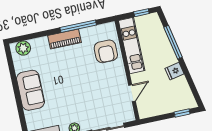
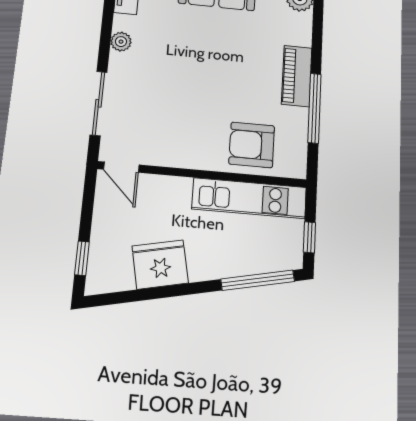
window: (173, 42) -> (258, 280), moved
fridge: (174, 71) -> (160, 264), width x1.88, depth x1.34
door: (132, 93) -> (121, 167), moved

